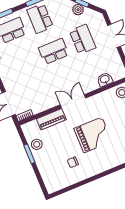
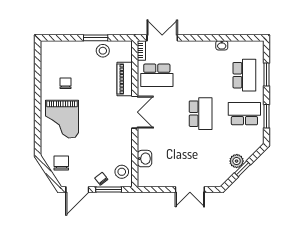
school desk: (83, 39) -> (157, 75), moved
grand piano: (93, 135) -> (62, 119), moved

